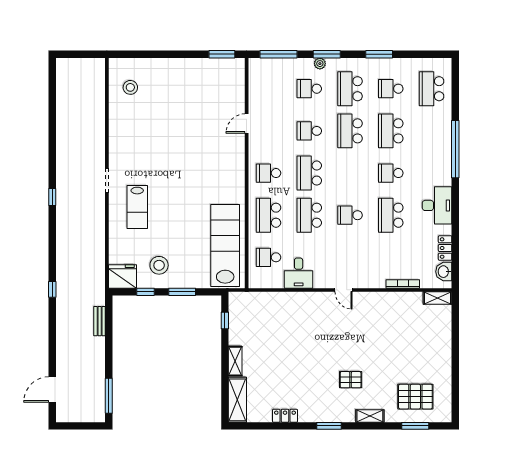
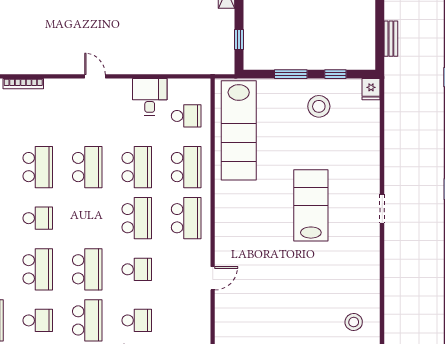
school desk: (268, 173) -> (186, 218), width x1.85
lab bench: (137, 207) -> (311, 205), moved, width x1.36, depth x1.39
school desk: (350, 215) -> (87, 167), width x1.85
fridge: (123, 276) -> (371, 89), width x0.53, depth x0.75

